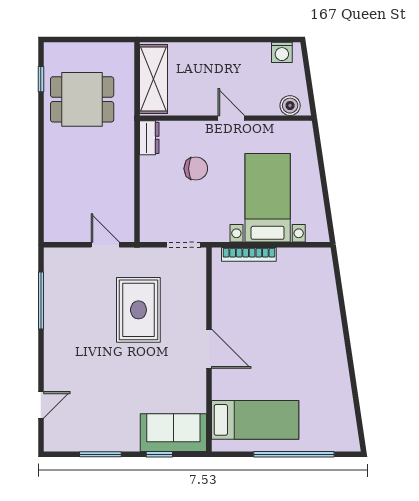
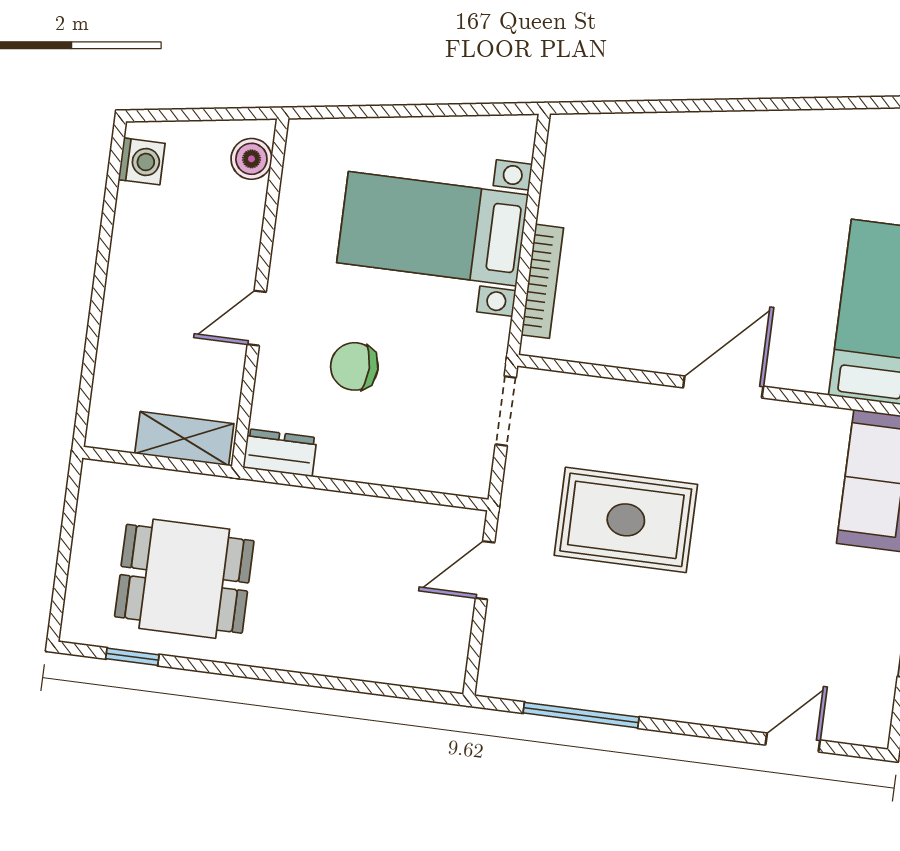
shelving: (154, 79) -> (184, 439), width x0.67, depth x0.75
dining table: (82, 99) -> (184, 579), turned 90
door: (231, 118) -> (257, 318), moved
chair: (196, 169) -> (354, 366), turned -90
door: (41, 405) -> (793, 743), hinge flipped

